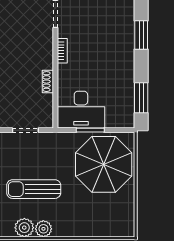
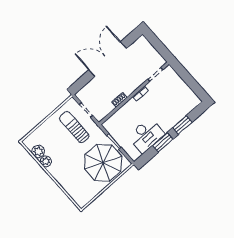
window: (141, 98) -> (163, 142), moved
desk: (81, 110) -> (146, 135), moved, turned -90
sun lounger: (34, 189) -> (74, 127), moved

